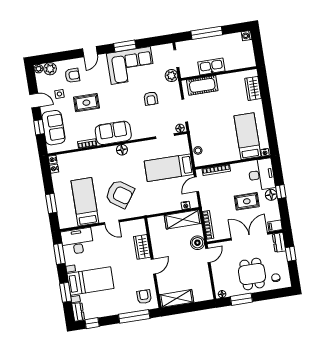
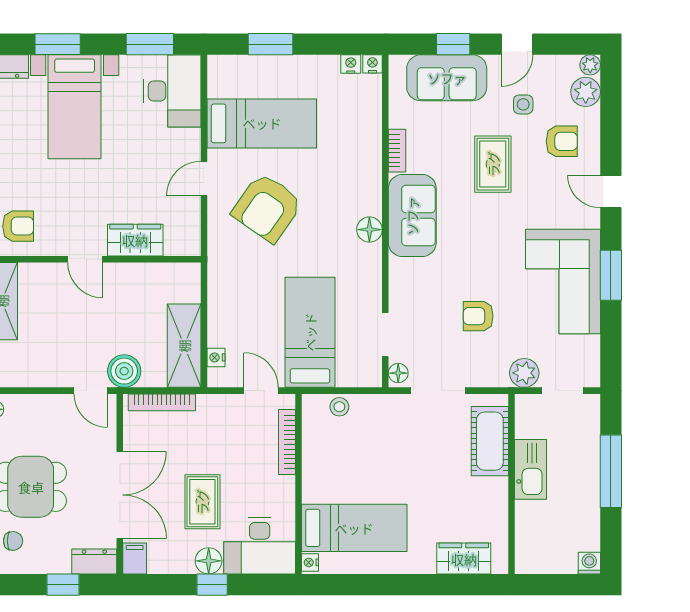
armchair: (72, 75) -> (562, 141), turned -90

